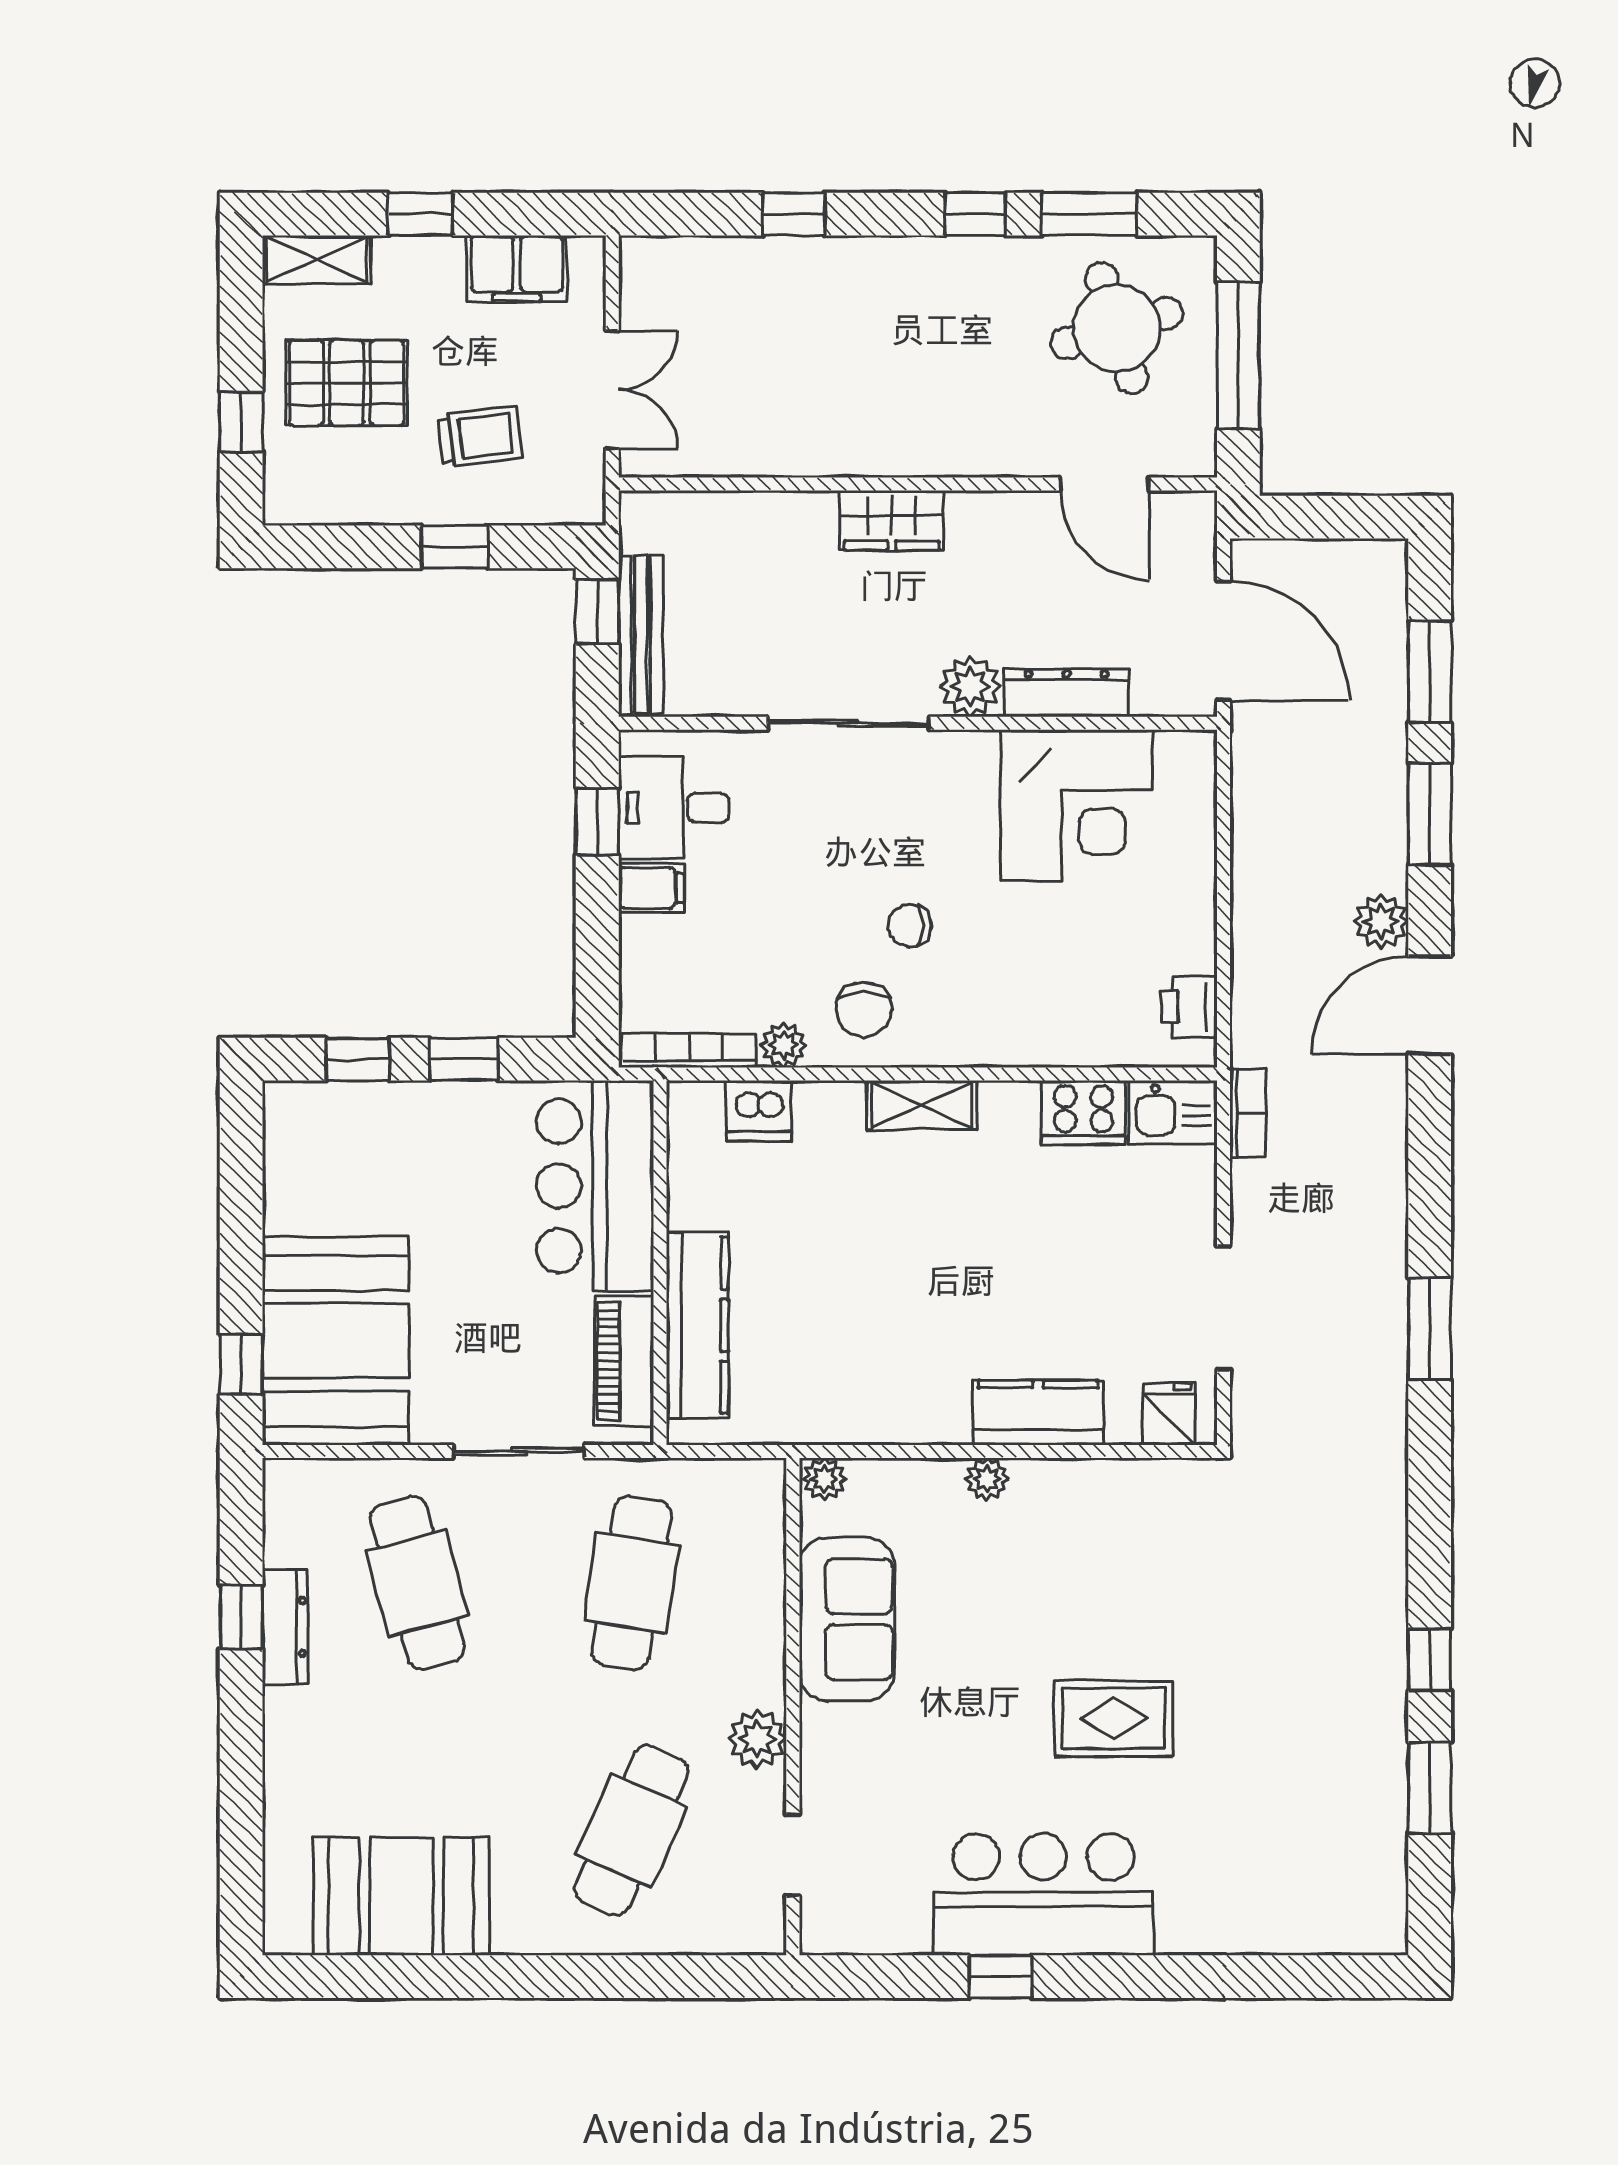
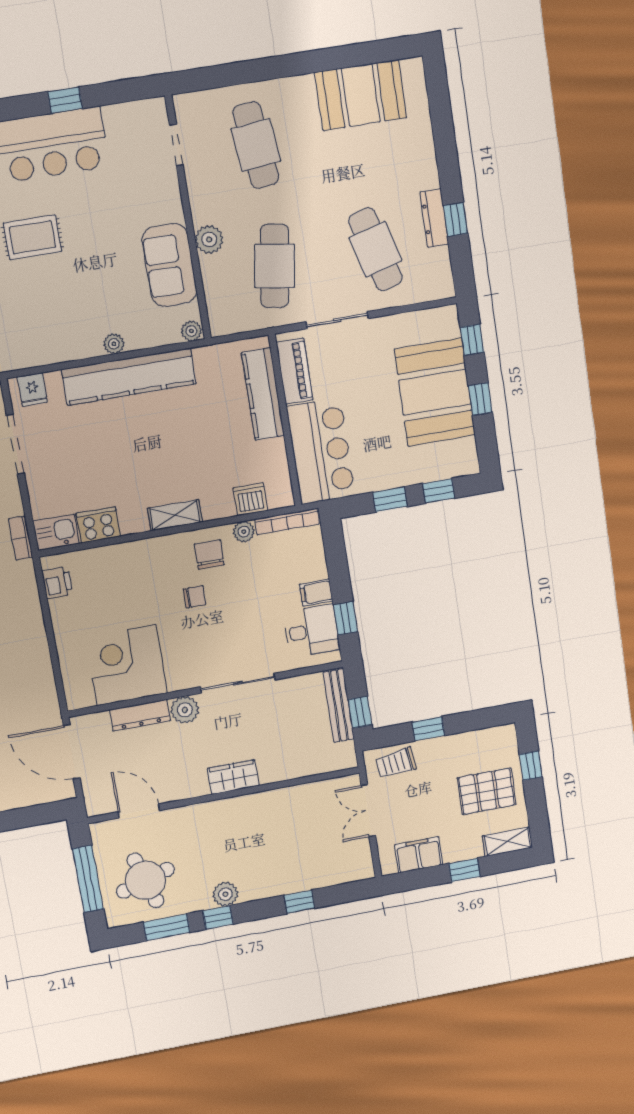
plant: (951, 263) -> (225, 894), added
trolley: (480, 437) -> (396, 763), moved
window: (241, 1238) -> (480, 399), added
booth: (336, 1341) -> (435, 392), moved
kitchen counter: (1038, 1413) -> (129, 377), width x2.08, depth x1.17
plant: (757, 1739) -> (209, 239), moved
cafe table: (632, 1830) -> (256, 145), turned -30

